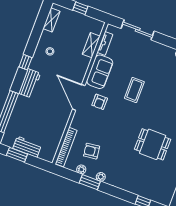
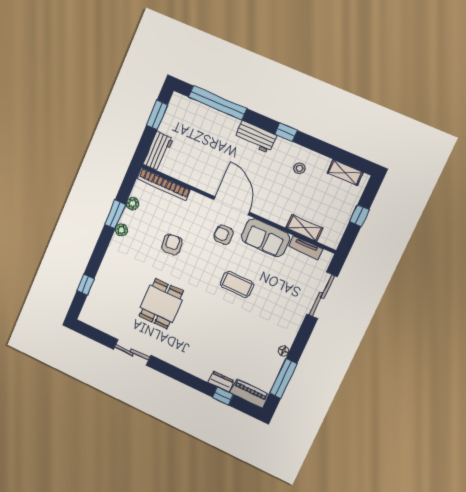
door: (79, 97) -> (232, 206), hinge flipped
workbench: (27, 147) -> (158, 151), moved
armchair: (92, 151) -> (172, 244), moved

